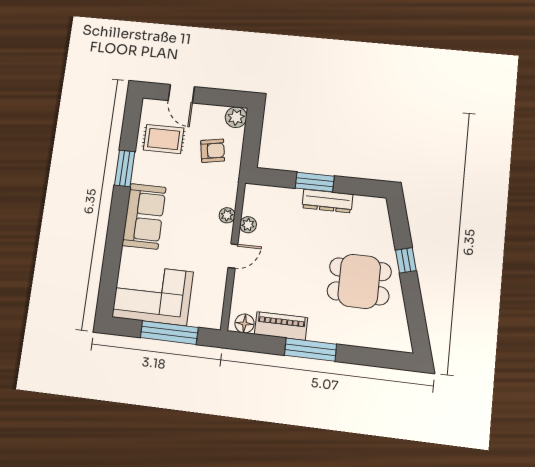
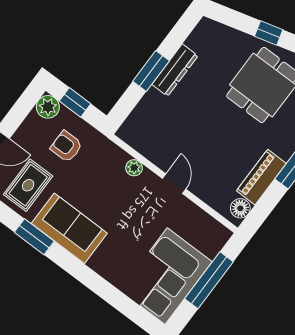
window: (252, 136) -> (75, 102), added
armchair: (213, 151) -> (66, 146), turned -80
sofa: (144, 216) -> (69, 228), moved
plant: (248, 225) -> (154, 154), removed

